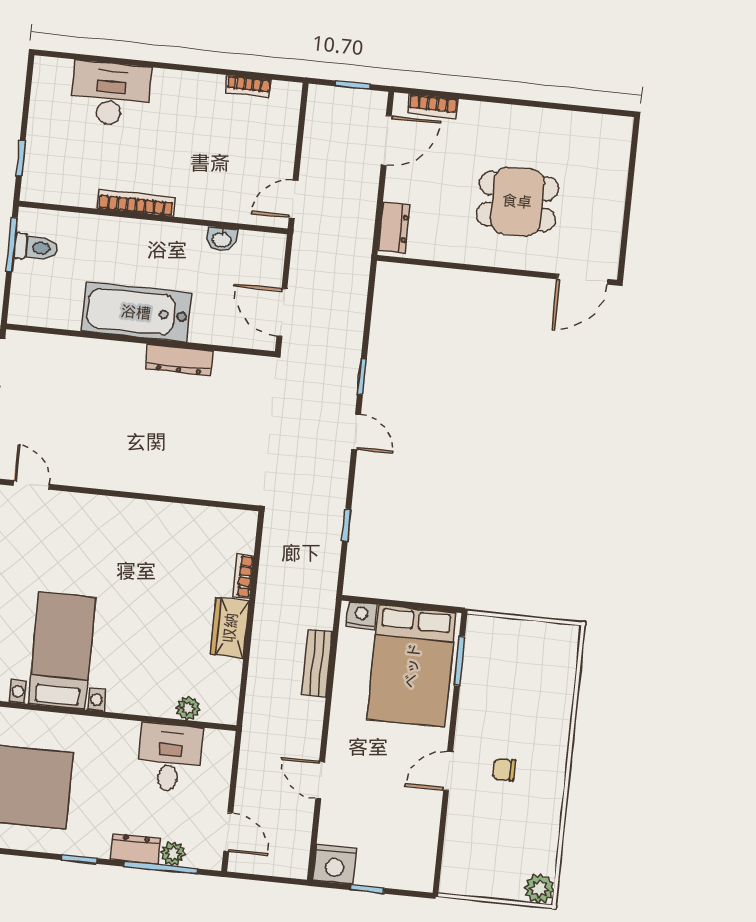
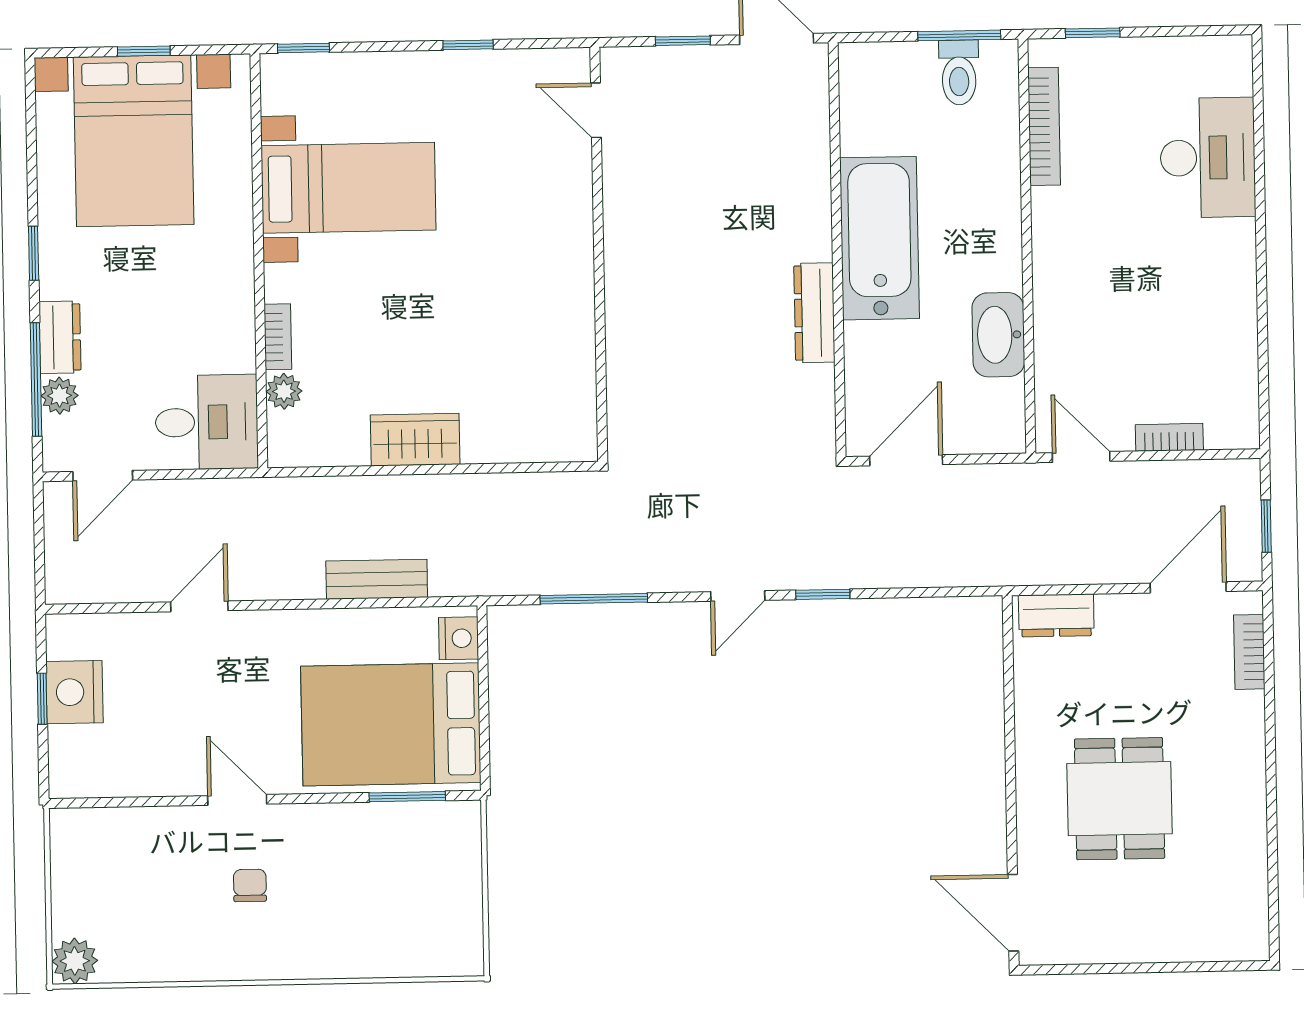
bookcase: (248, 86) -> (1169, 437), moved, turned 90
door: (386, 140) -> (1188, 587), swing flipped
bookcase: (136, 203) -> (1044, 126), moved
washbasin: (222, 239) -> (998, 335), width x1.91, depth x1.45
door: (31, 485) -> (596, 110), swing flipped
window: (347, 525) -> (594, 599), width x2.17
bookcase: (243, 576) -> (278, 337), moved, turned 90
desk: (169, 758) -> (207, 422), moved
nightstand: (335, 864) -> (75, 692), moved

